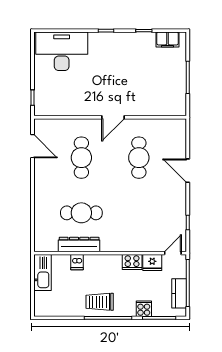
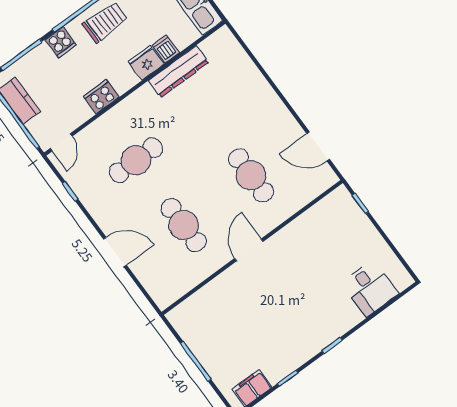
desk: (62, 51) -> (370, 288), width x0.53, depth x0.77
cafe table: (81, 213) -> (136, 160), moved
fridge: (152, 263) -> (146, 63), moved
cooker: (144, 309) -> (61, 42), moved

